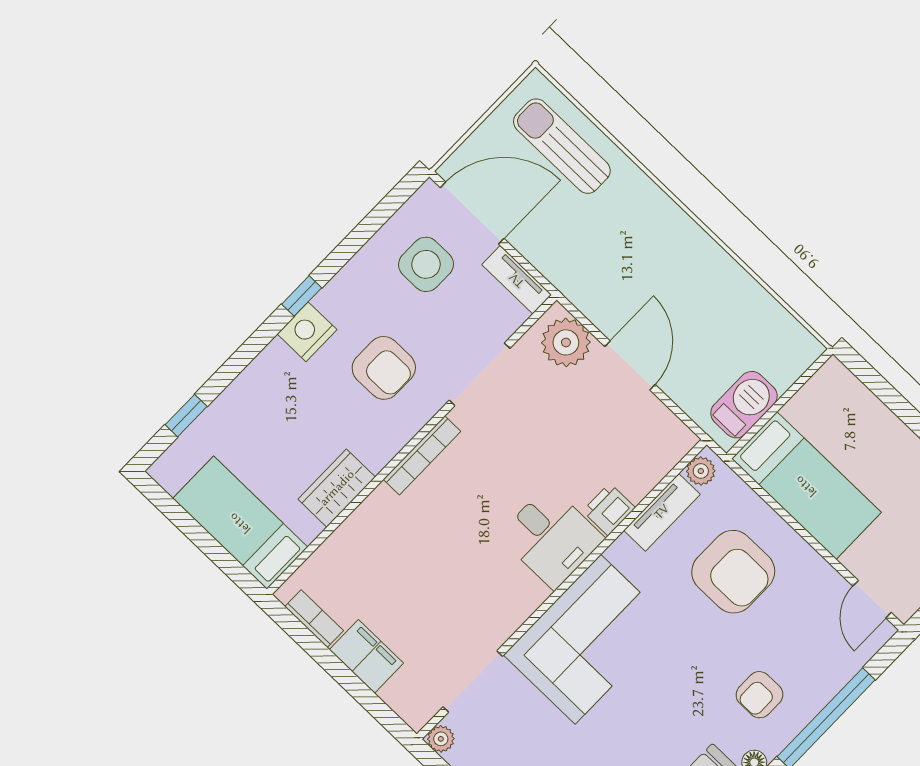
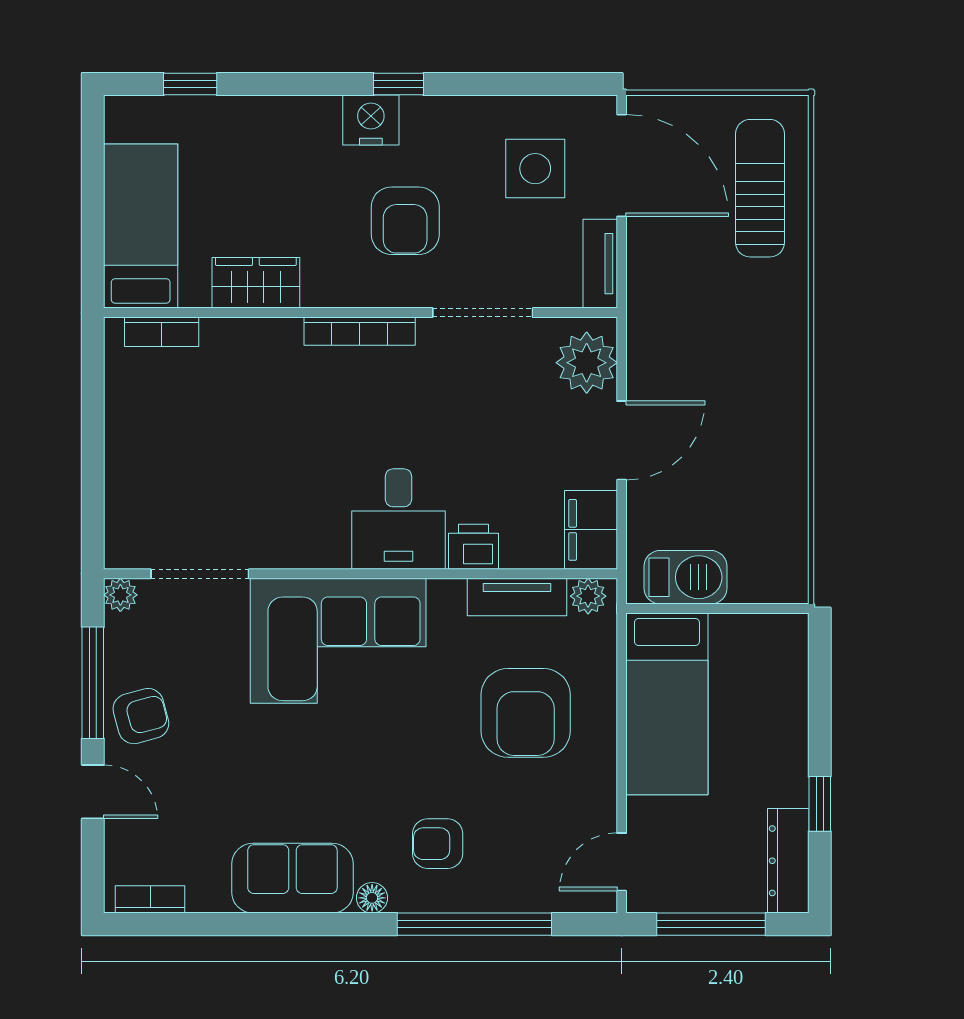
bookcase: (314, 619) -> (162, 332), moved, turned 90
filing cabinet: (366, 656) -> (591, 530), moved, turned 180

